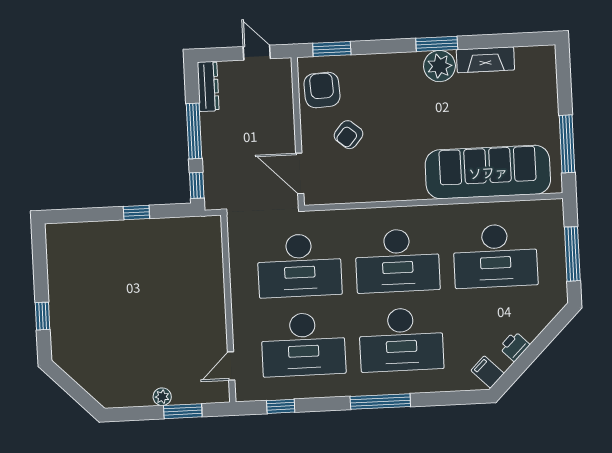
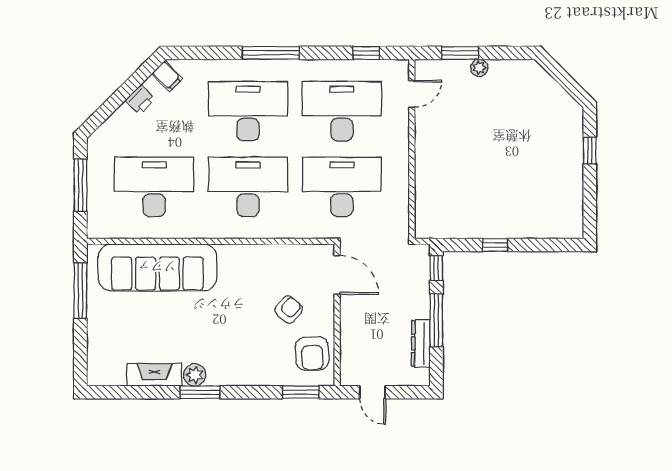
plant: (439, 66) -> (195, 375), width x0.73, depth x0.73
dresser: (208, 86) -> (421, 343), moved

